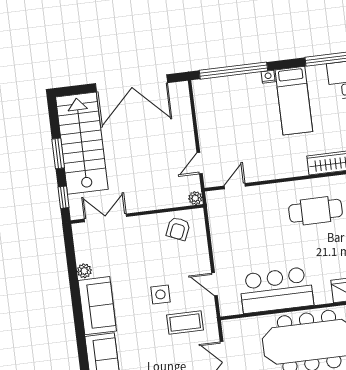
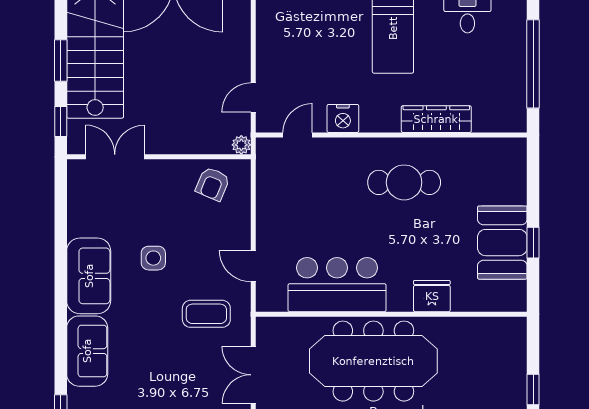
nightstand: (266, 170) -> (343, 118), added
plant: (84, 271) -> (77, 226), removed
side table: (160, 294) -> (153, 258), moved

